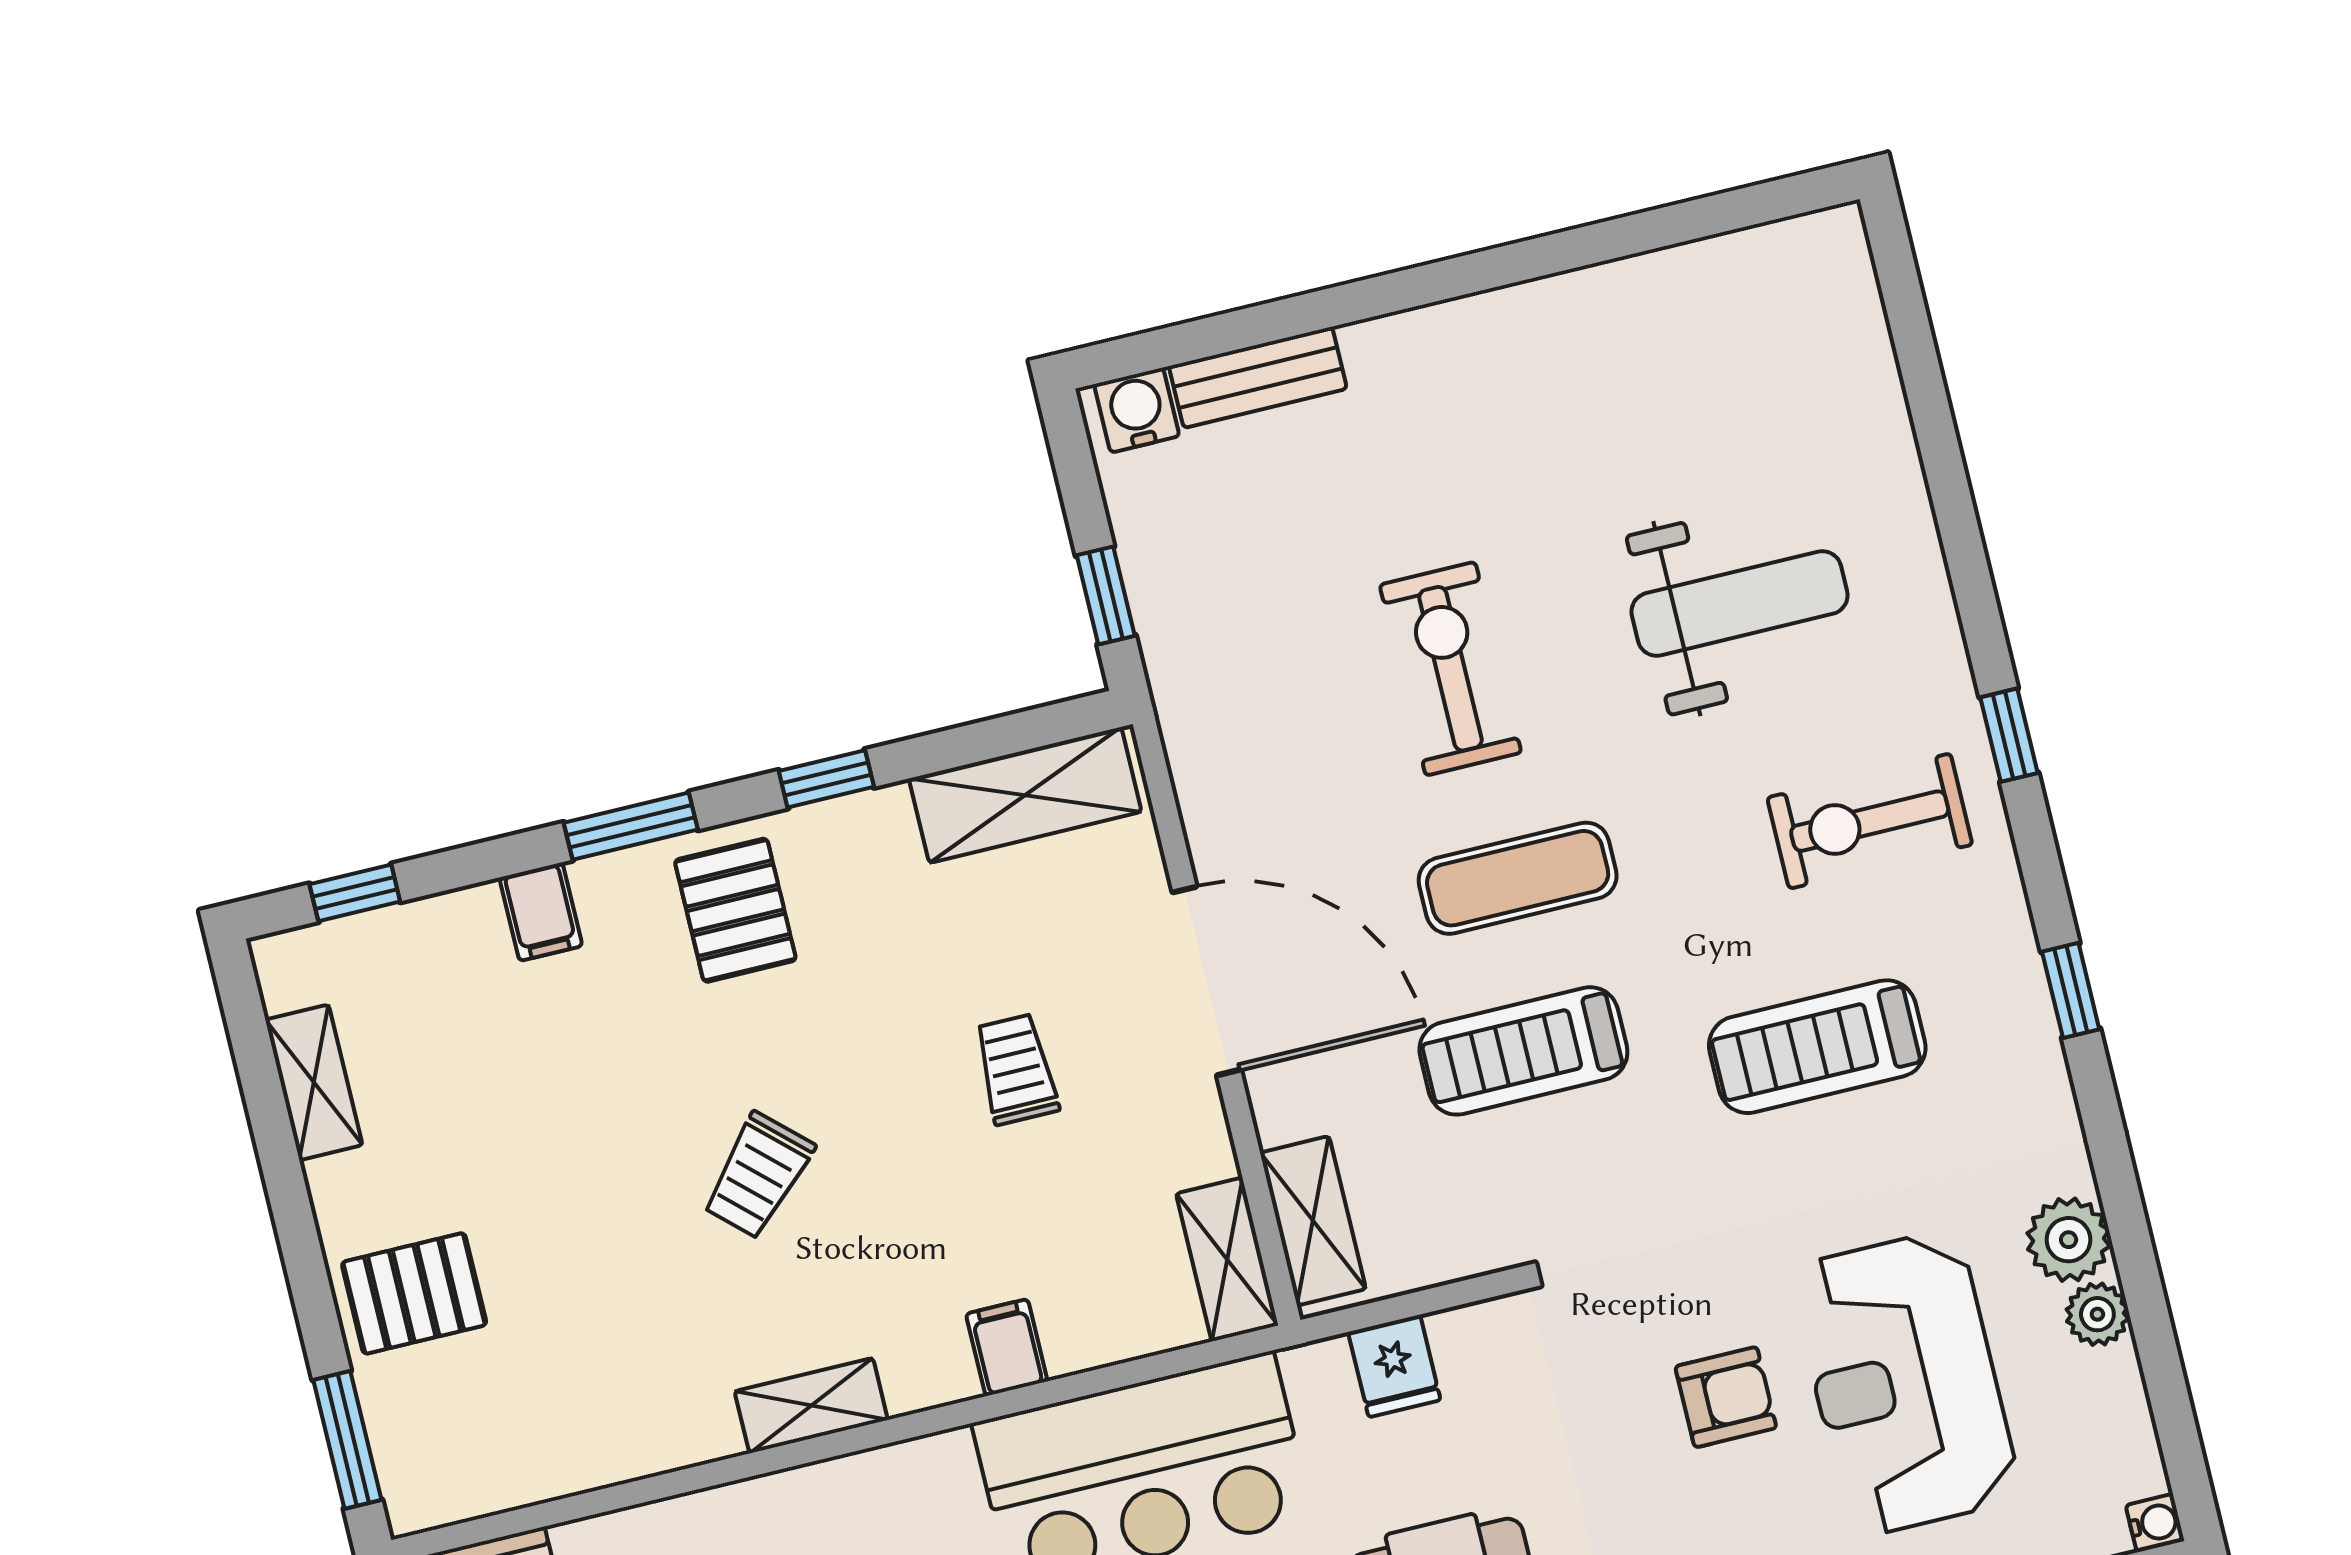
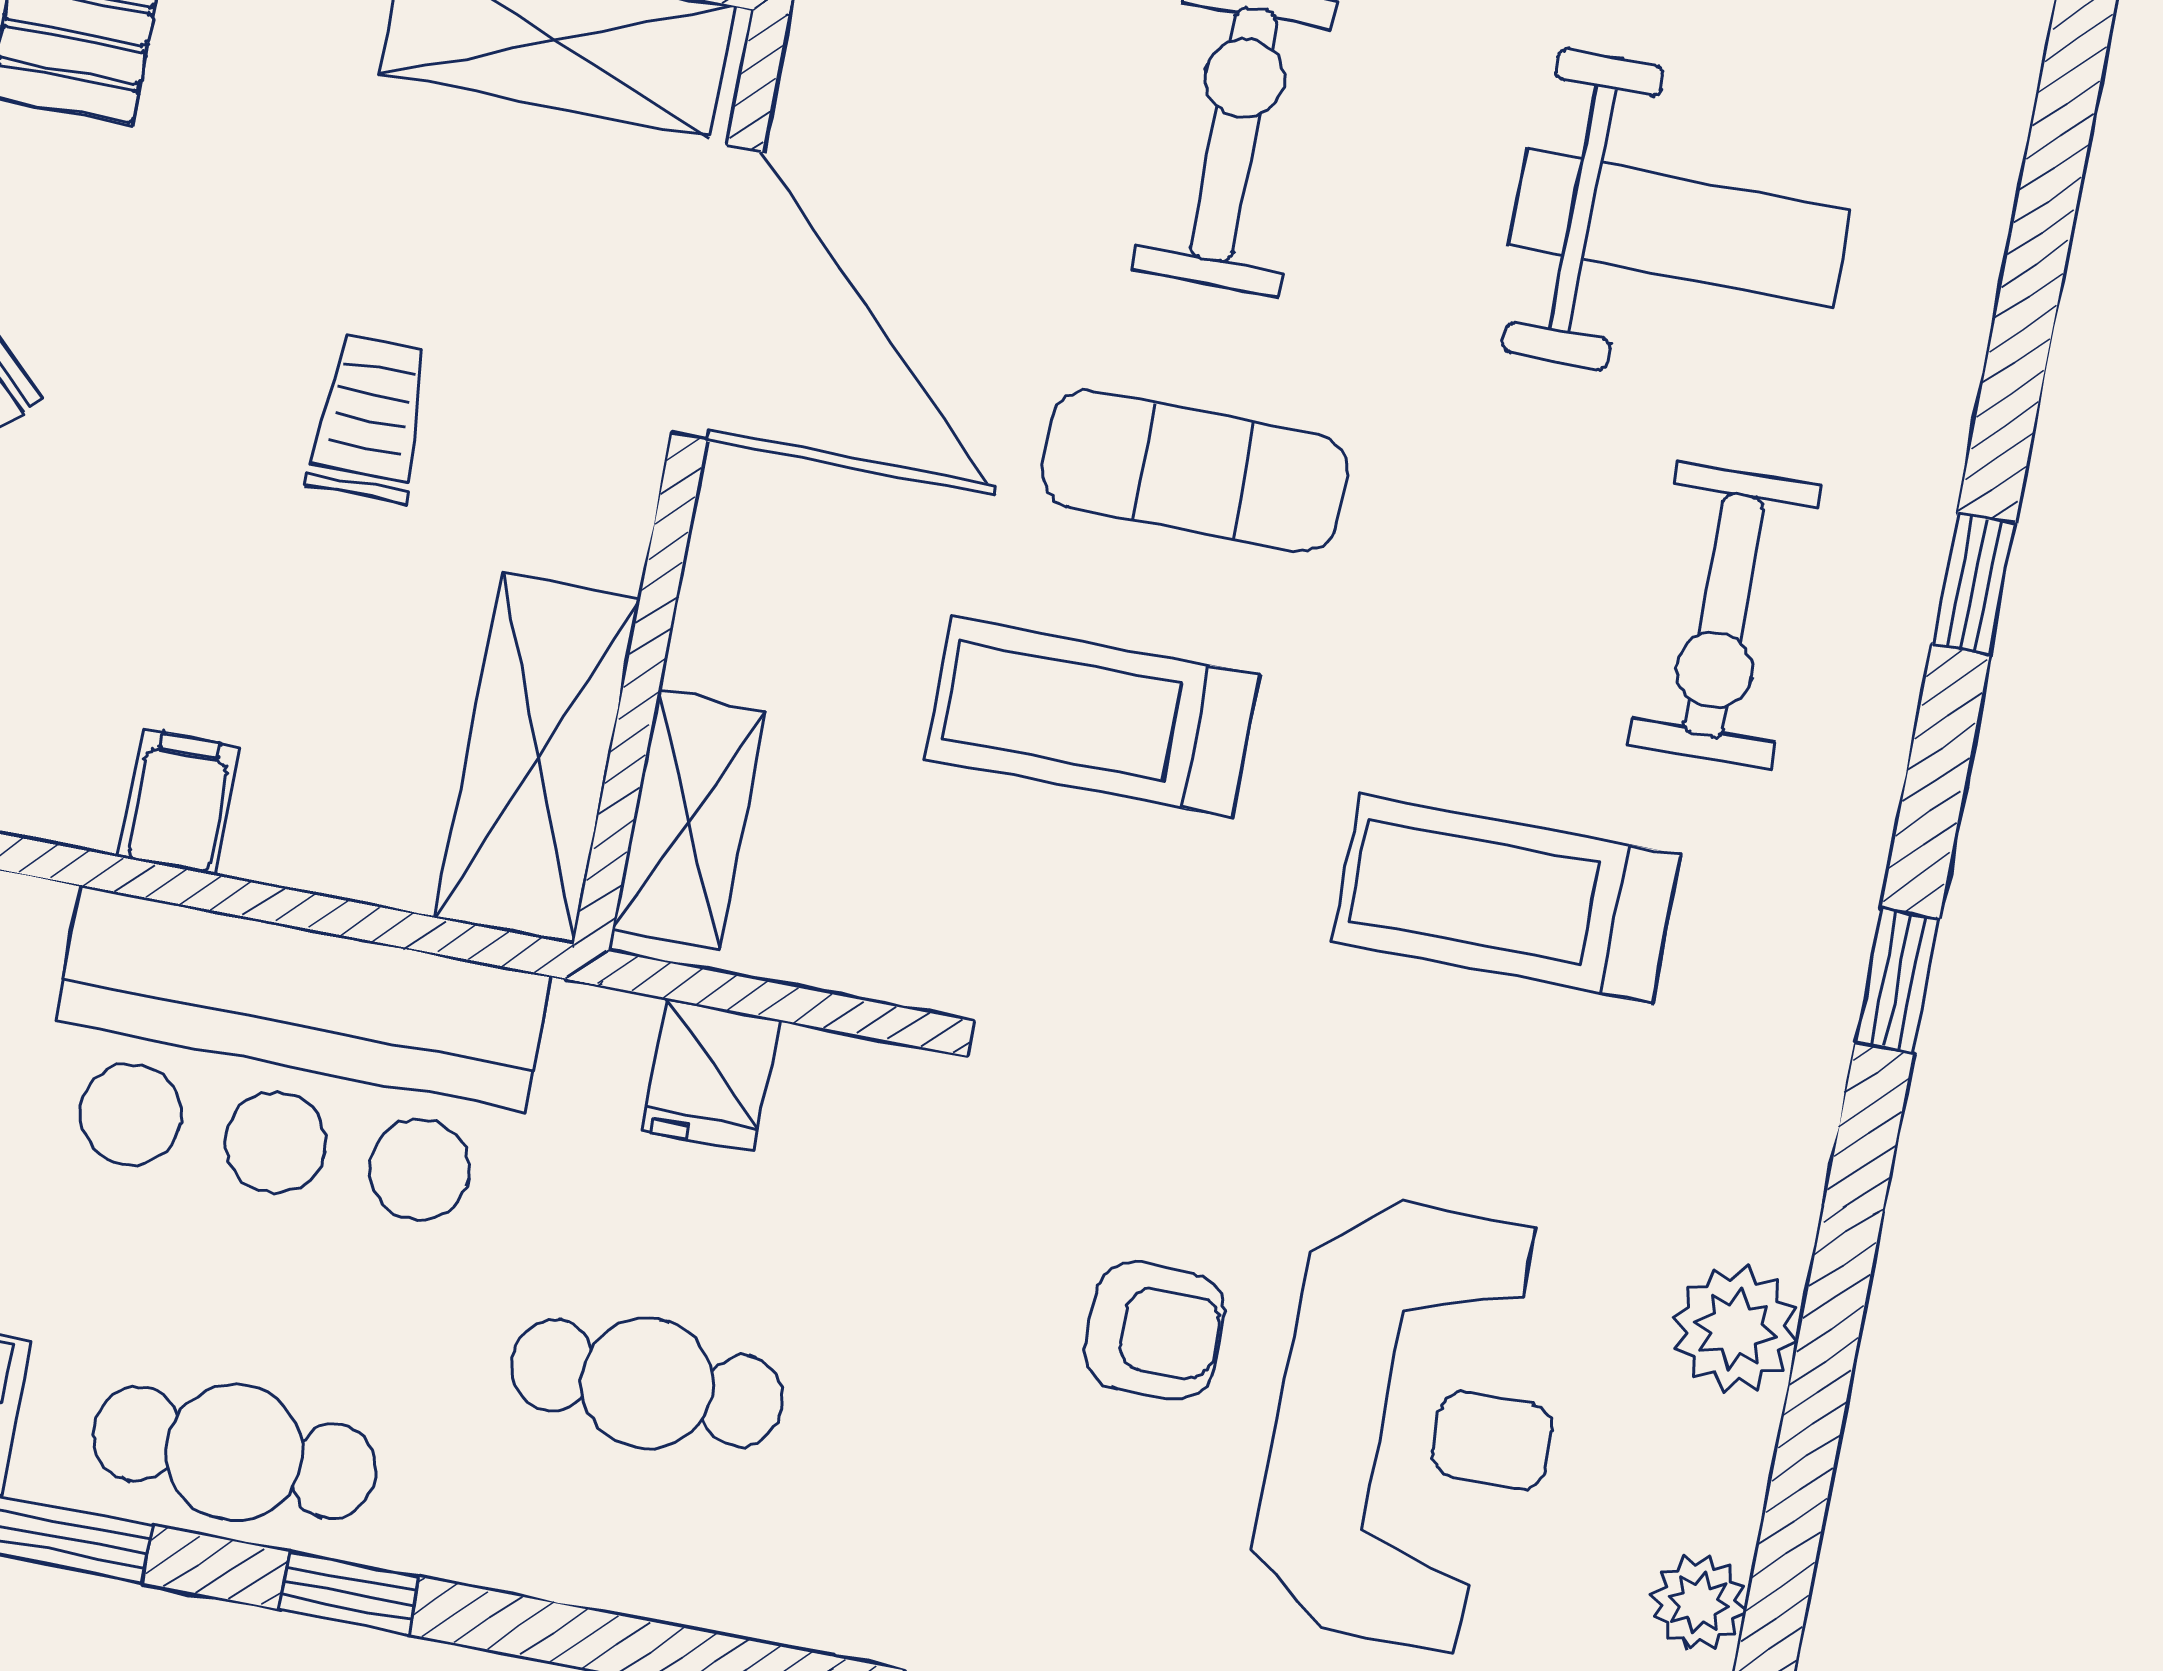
exercise bike: (1870, 821) -> (1724, 616), turned -91
door: (1207, 981) -> (717, 293), moved
shelving: (1227, 1259) -> (538, 758), width x1.50, depth x1.33
plant: (2097, 1314) -> (1699, 1603), moved
reception desk: (1905, 1383) -> (1415, 1425), turned 180

